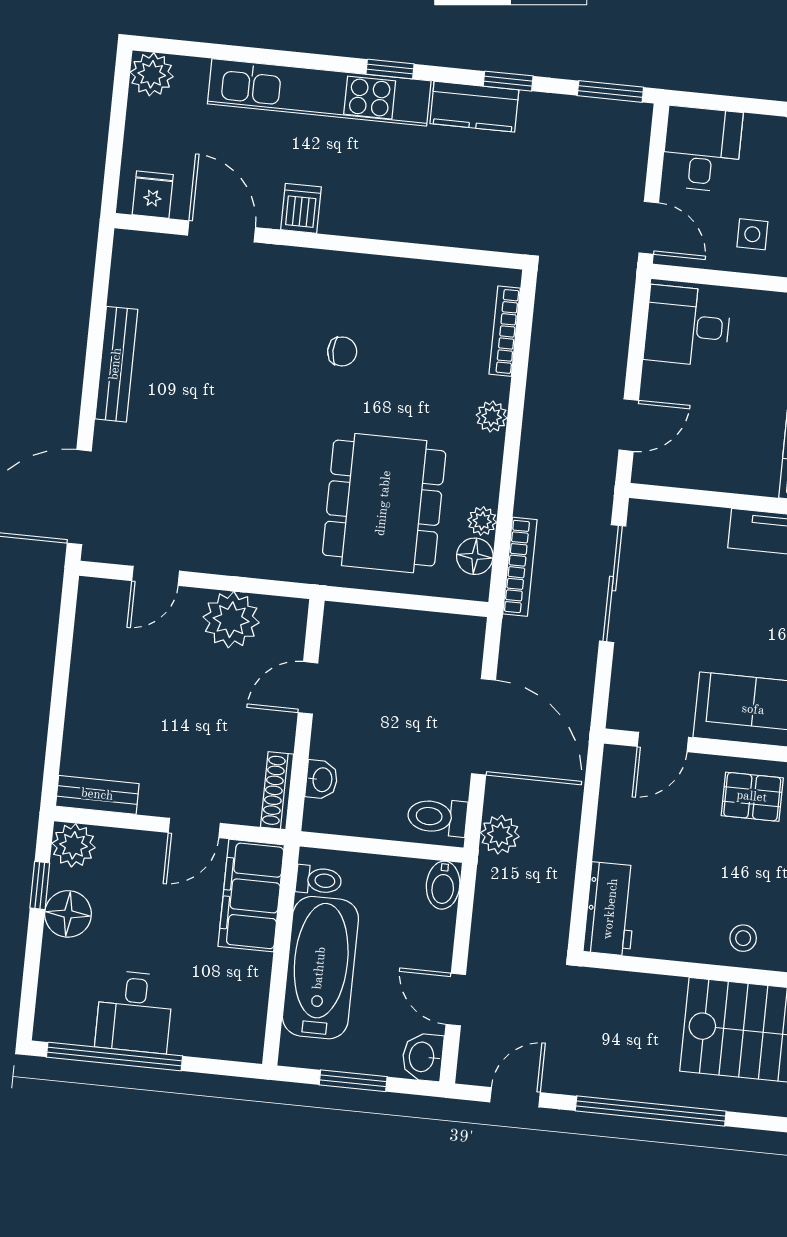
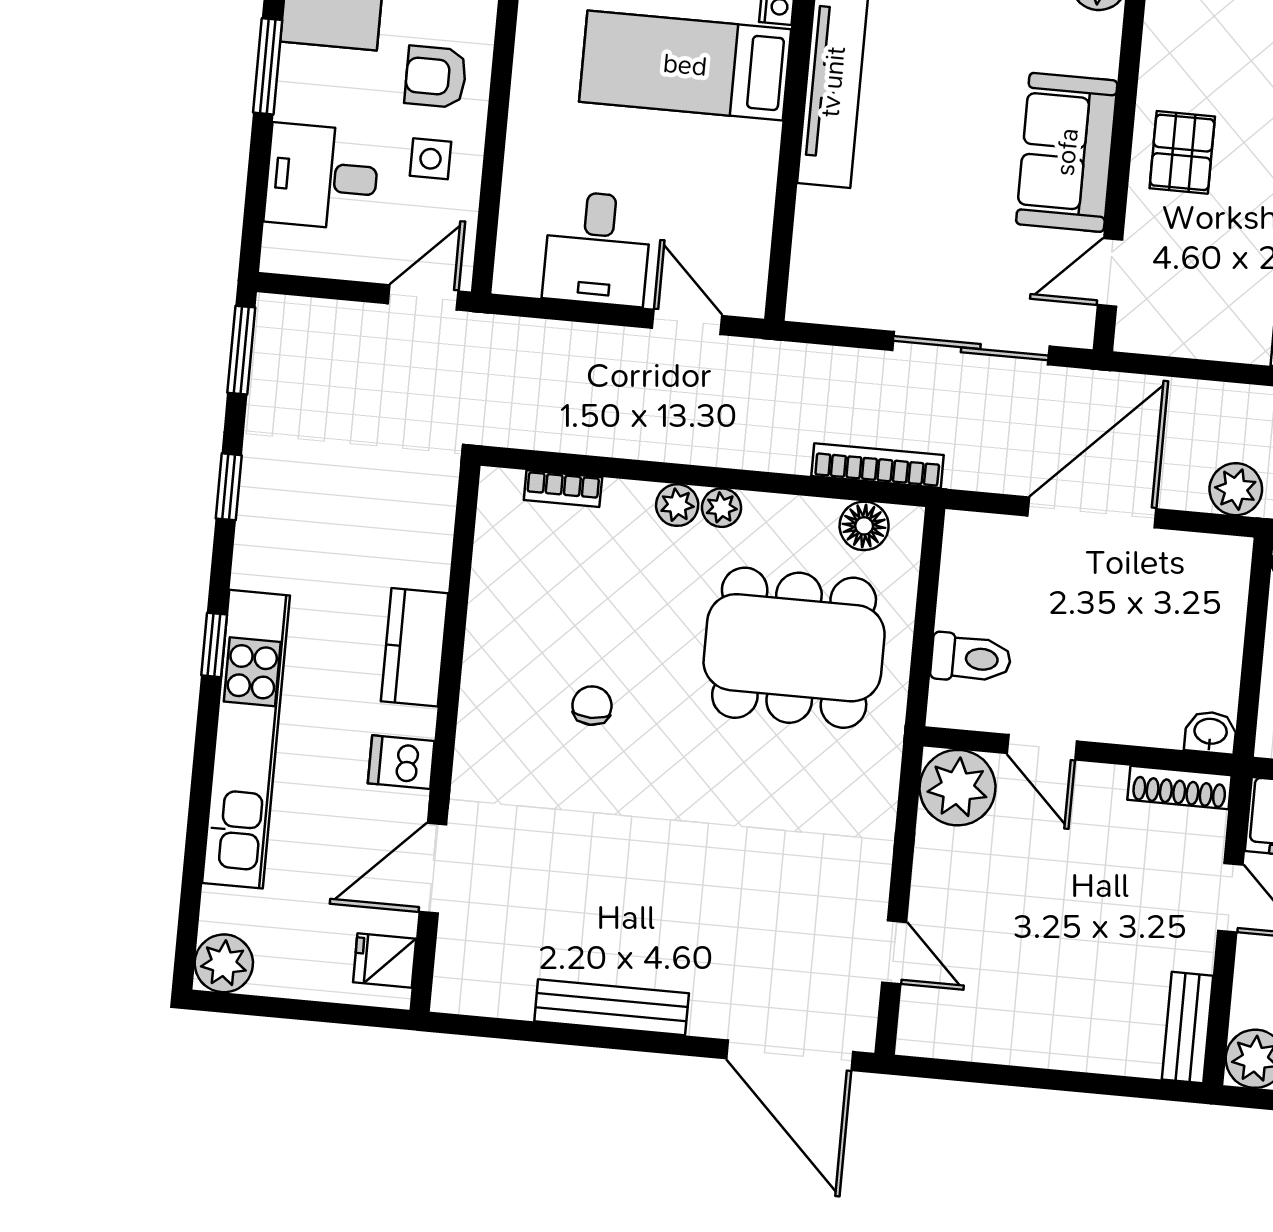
kitchen counter: (474, 107) -> (415, 647), moved, turned 180
desk: (702, 149) -> (322, 177), moved
desk: (687, 326) -> (597, 248), moved
bookcase: (505, 331) -> (563, 489), width x0.64
plant: (482, 521) -> (722, 508), moved
sliding door: (613, 584) -> (971, 348), moved
plant: (231, 620) -> (958, 788), moved
door: (663, 742) -> (1110, 272), swing flipped
washbasin: (322, 780) -> (1210, 732), moved
toilet: (437, 817) -> (971, 658), moved, turned -90

